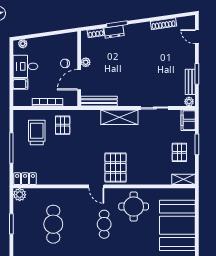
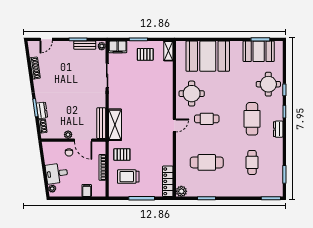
desk: (25, 66) -> (57, 173), moved, turned 82
shelving: (119, 117) -> (115, 125), moved
pallet: (116, 167) -> (158, 109), removed
locker: (25, 179) -> (168, 181), width x1.53

